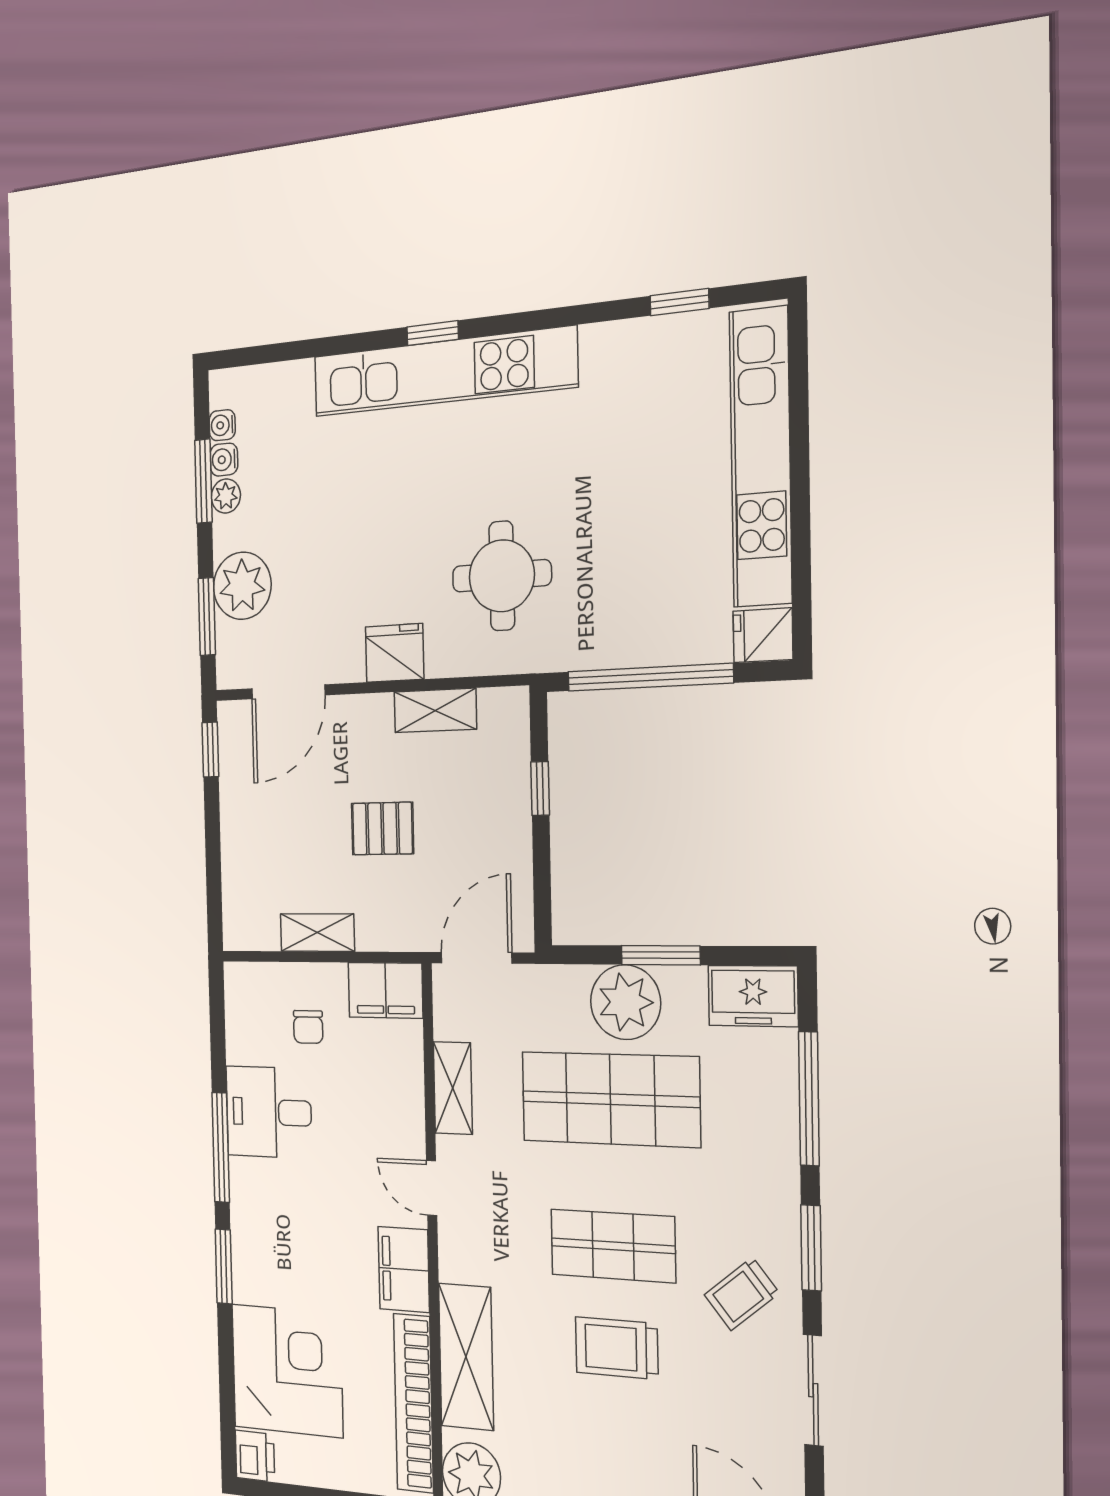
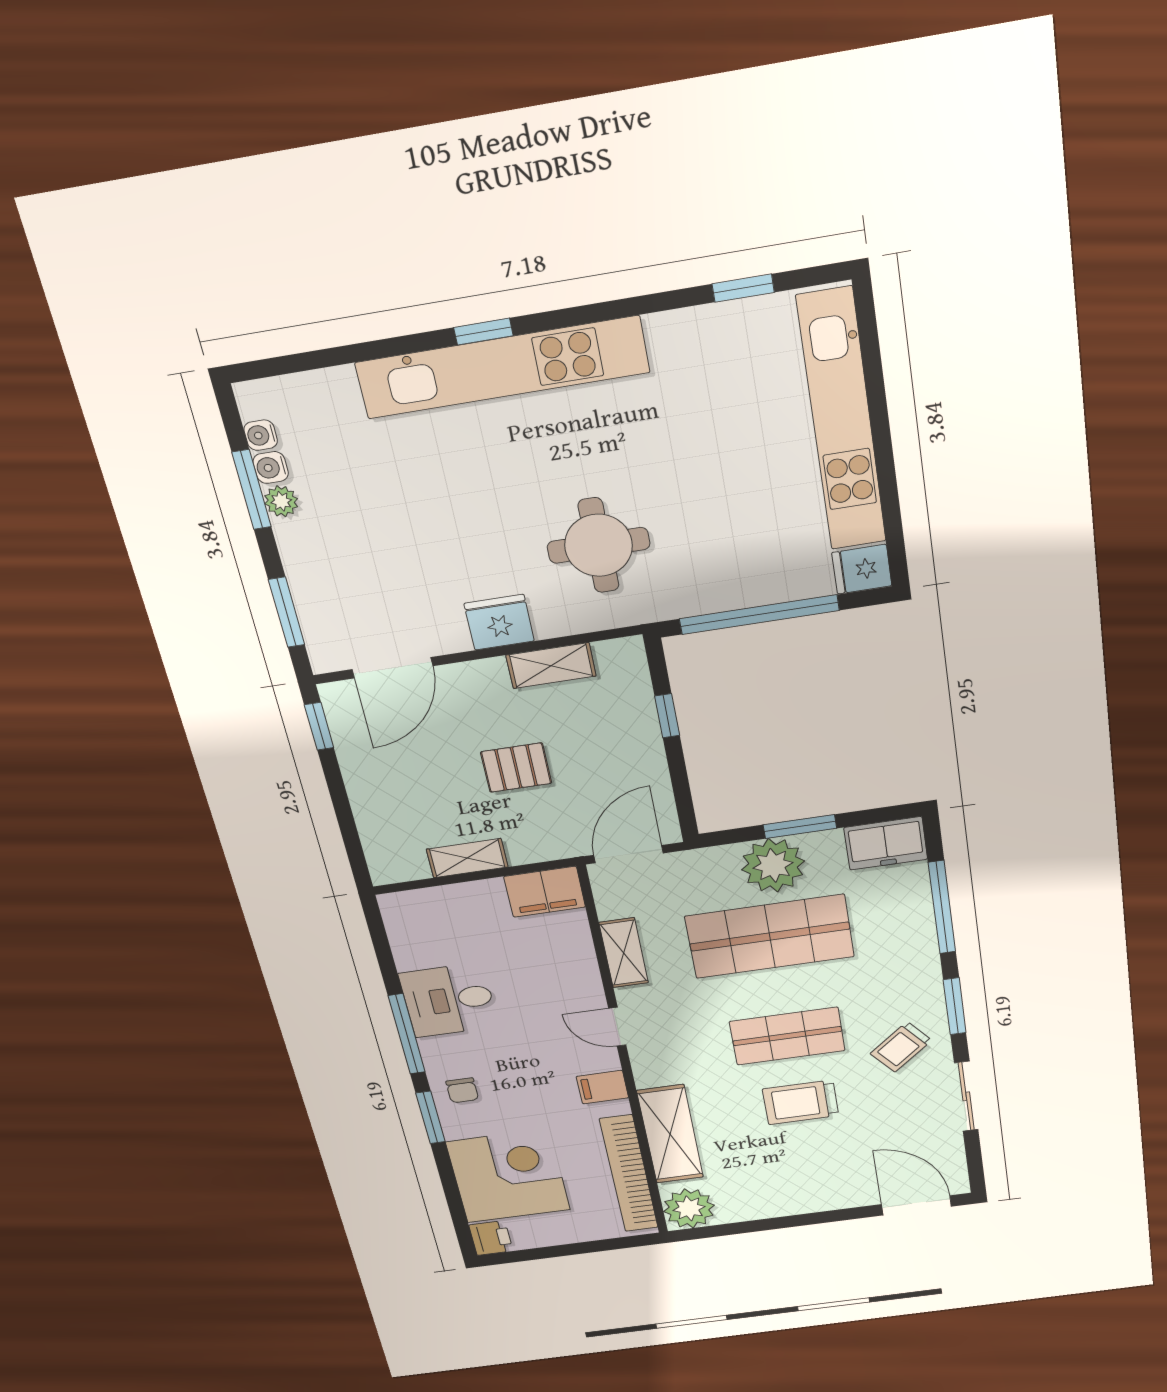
plant: (242, 586) -> (320, 581), removed
chair: (308, 1027) -> (462, 1090), moved
filing cabinet: (404, 1269) -> (602, 1087), width x0.50

